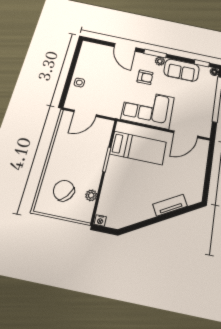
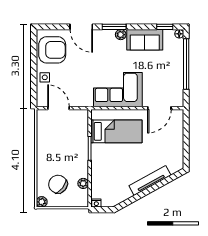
armchair: (145, 77) -> (52, 50), moved, width x1.88, depth x1.88
door: (85, 113) -> (59, 108), swing flipped
tv unit: (170, 205) -> (150, 180), width x1.41
plant: (40, 206) -> (42, 202), added

